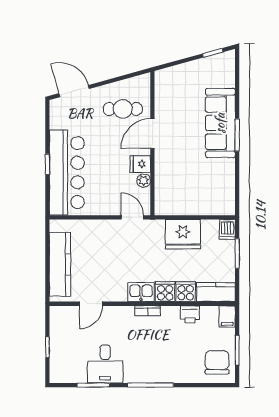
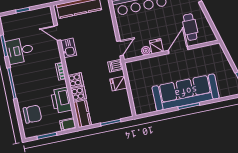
sofa: (220, 123) -> (186, 92), width x1.36, depth x1.27
door: (152, 134) -> (178, 50), hinge flipped
dishwasher: (227, 229) -> (115, 66), moved
fridge: (183, 234) -> (118, 83), width x0.53, depth x0.75
kitchen sink: (141, 292) -> (69, 48), moved
printer: (190, 314) -> (61, 100), width x1.87, depth x1.48
chair: (217, 362) -> (32, 114), moved

